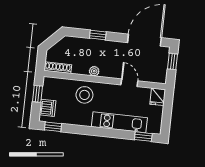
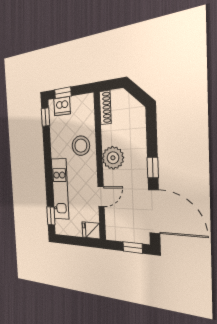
window: (98, 35) -> (153, 168), moved
plant: (94, 71) -> (113, 158), width x1.88, depth x1.88
window: (37, 94) -> (63, 93), moved

